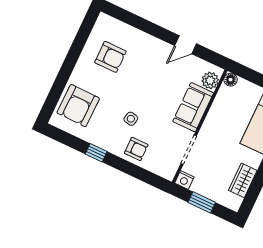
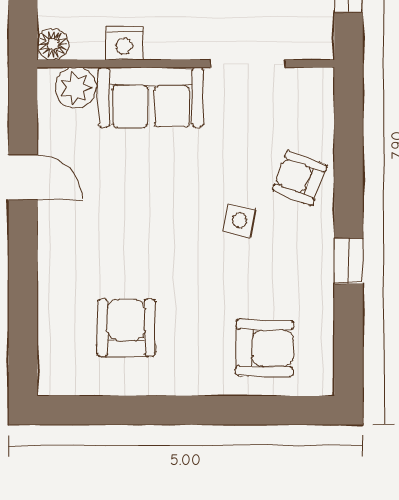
armchair: (78, 106) -> (265, 348), width x0.73, depth x0.73
armchair: (136, 149) -> (300, 178), turned -69
nightstand: (184, 180) -> (124, 43), moved, turned 90

